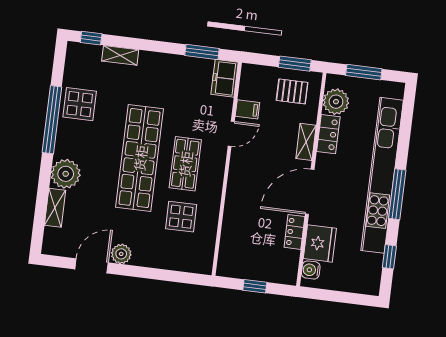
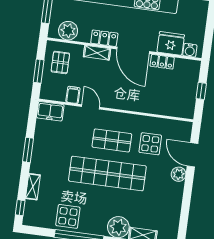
window: (202, 52) -> (28, 150), moved
window: (295, 64) -> (39, 71), moved
locker: (328, 134) -> (104, 38), moved
plant: (121, 254) -> (179, 174), moved
door: (92, 266) -> (193, 155), moved

